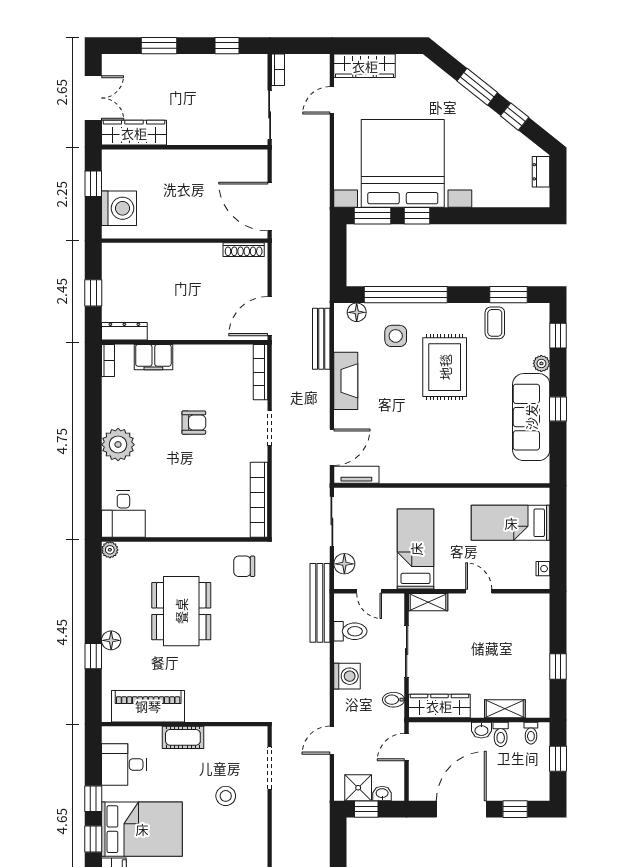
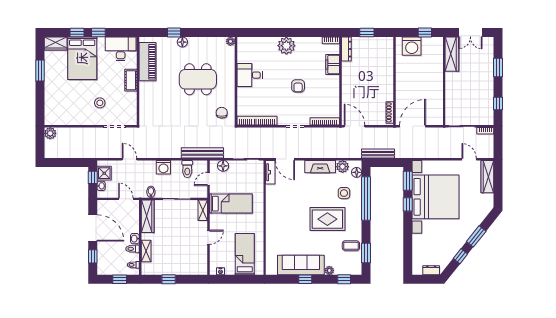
bench: (321, 339) -> (378, 154), moved
plant: (346, 339) -> (343, 167), added
desk: (123, 514) -> (250, 75), moved
desk: (124, 764) -> (121, 49), width x1.37

